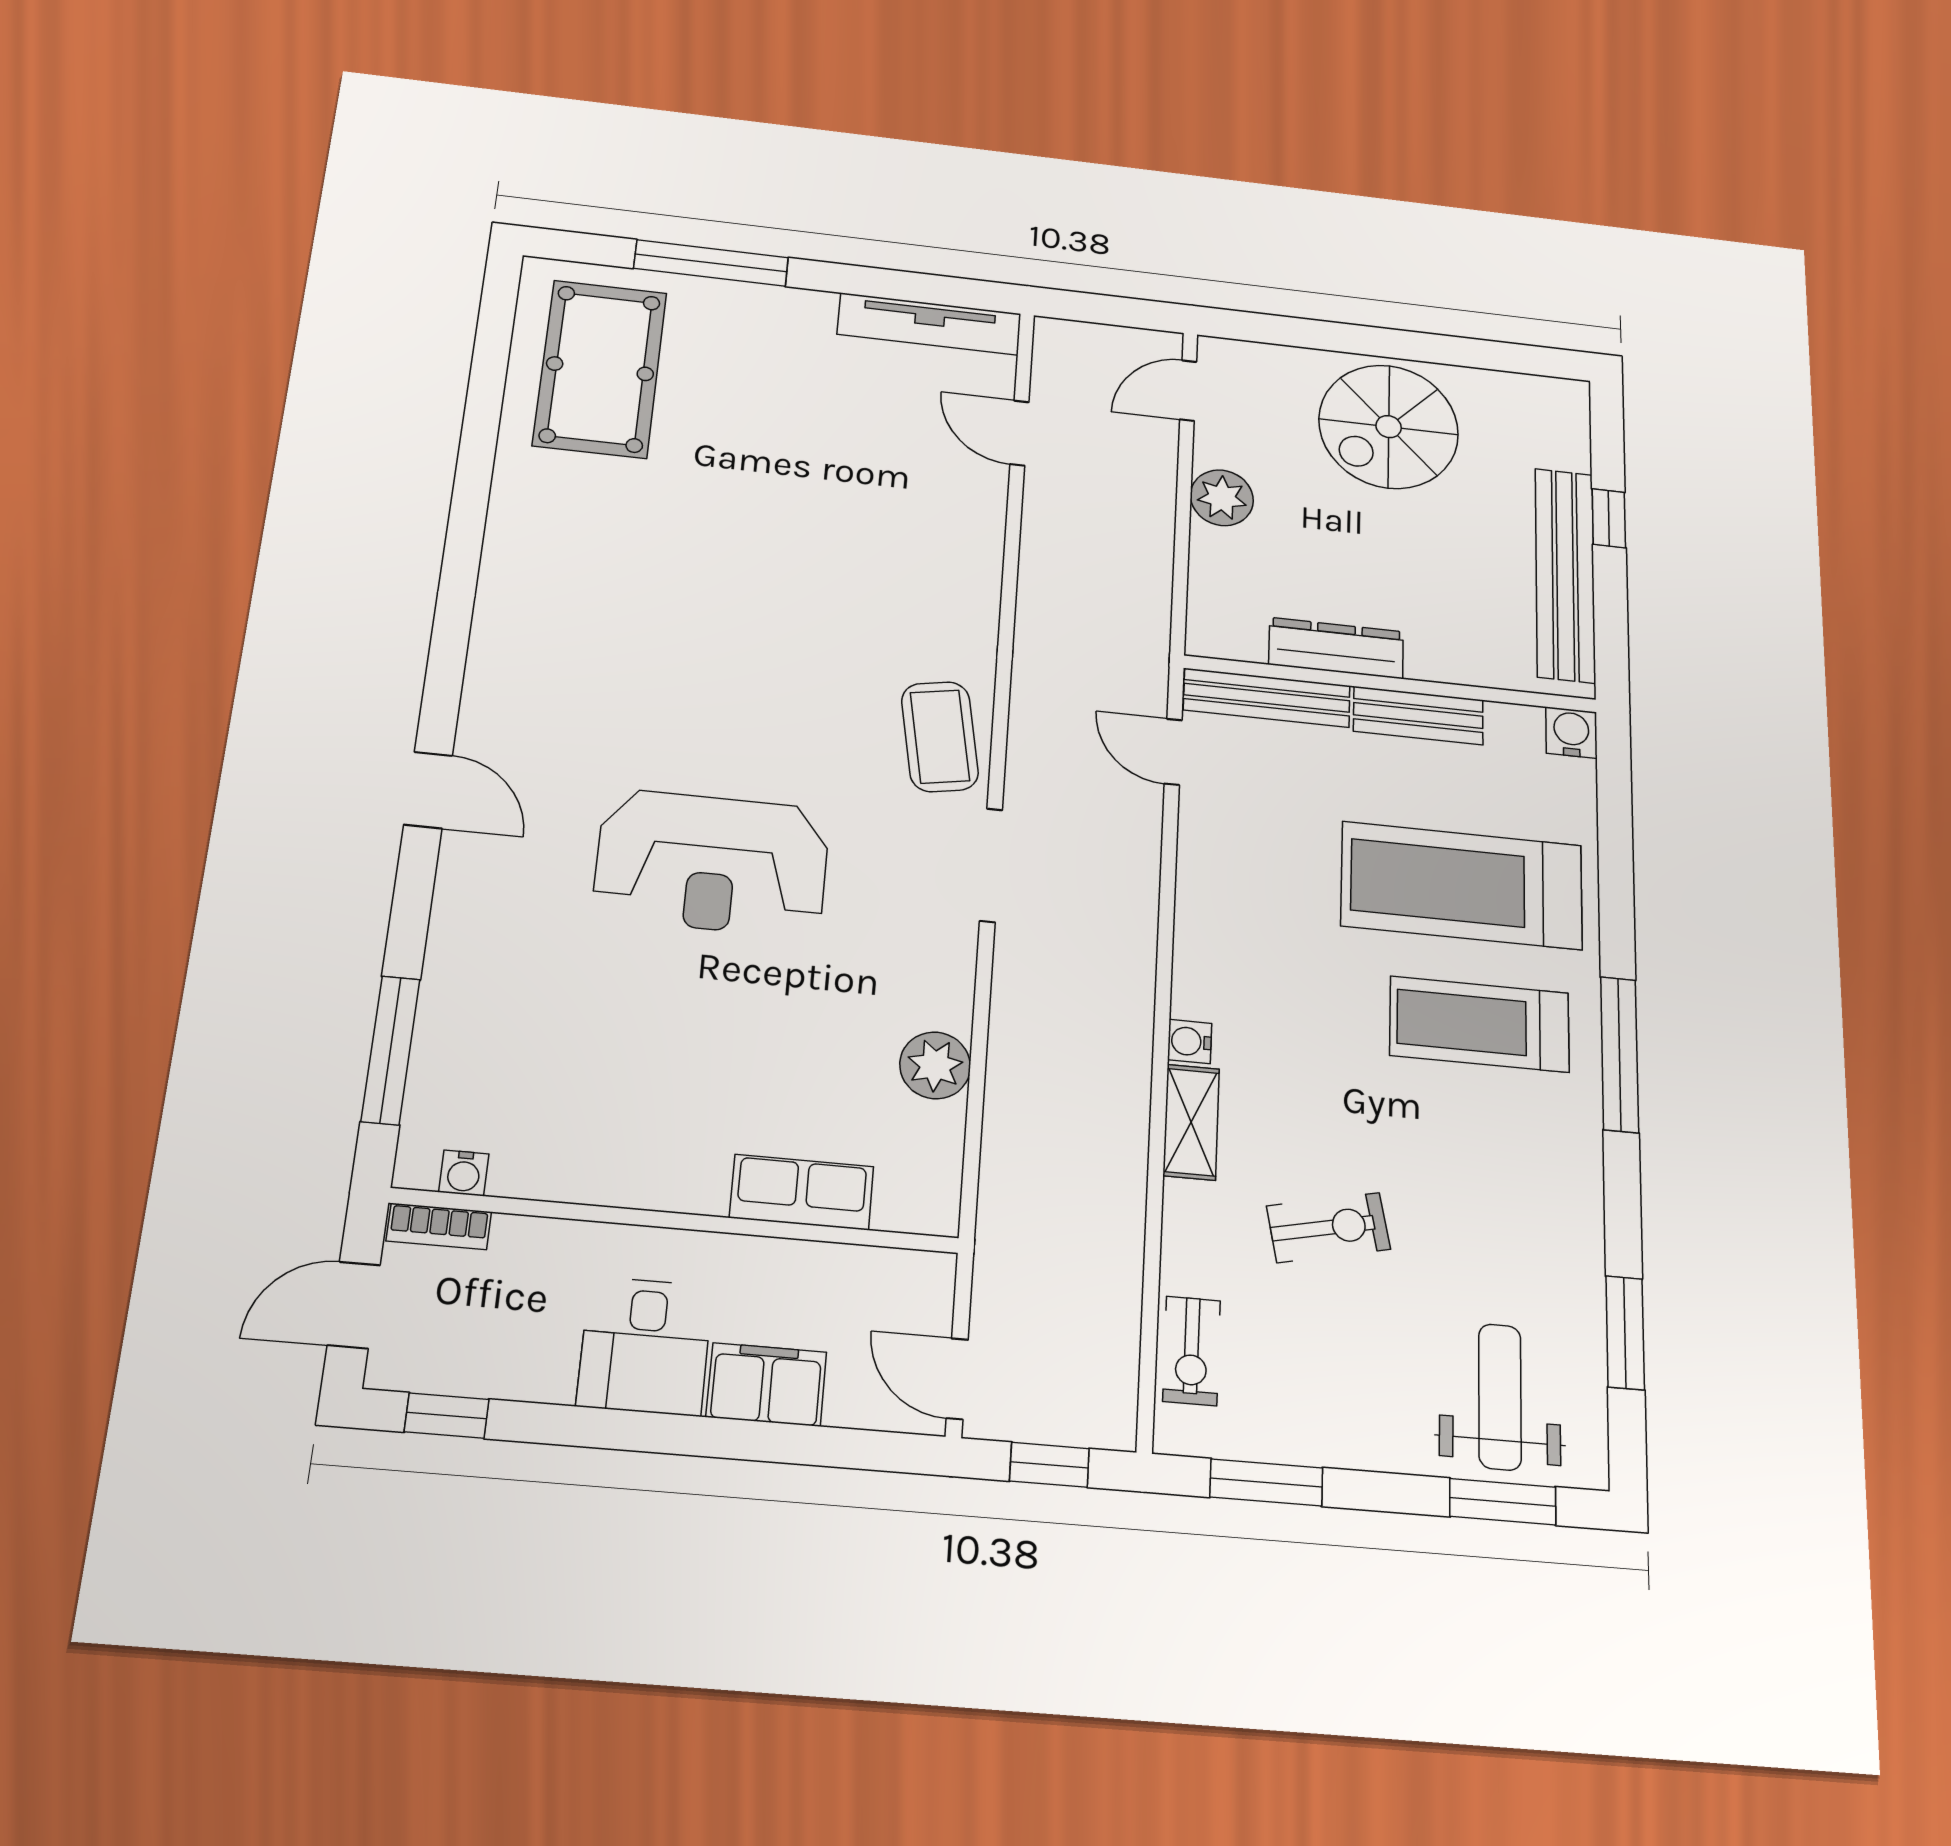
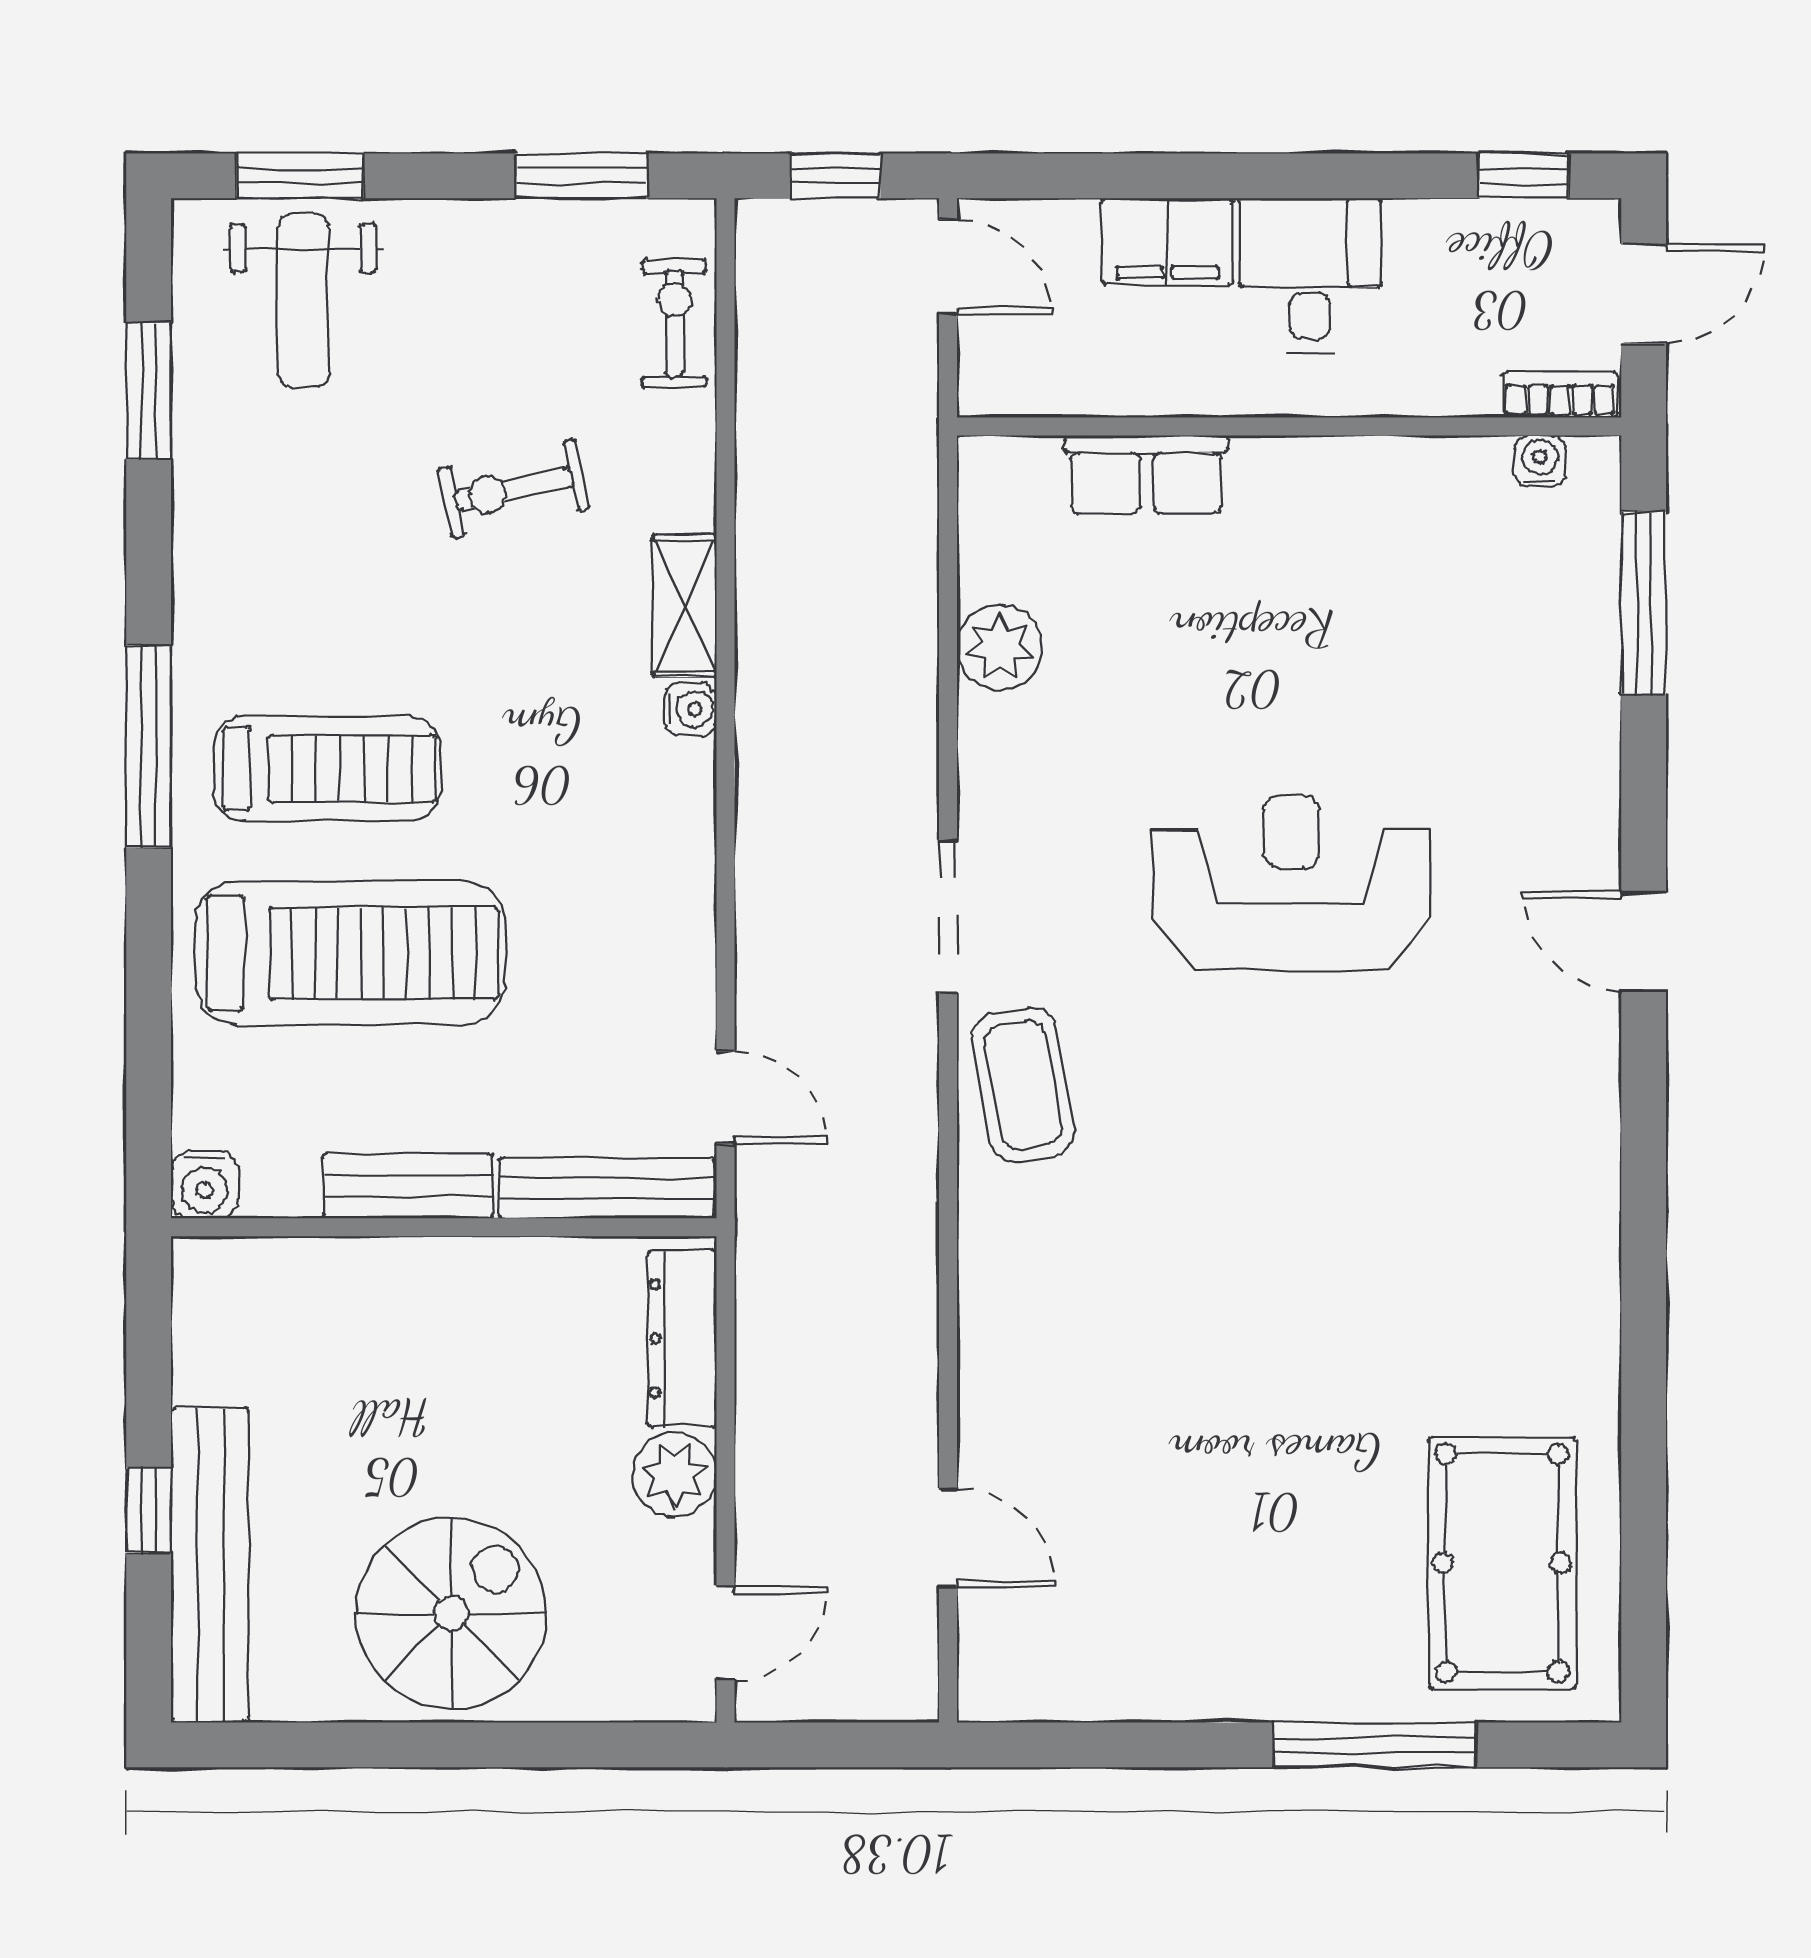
tv unit: (929, 324) -> (1078, 1690), removed
bench: (1565, 575) -> (210, 1565), moved
dresser: (1336, 648) -> (682, 1339), moved, turned 90

